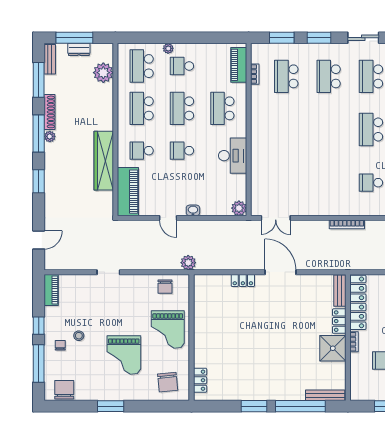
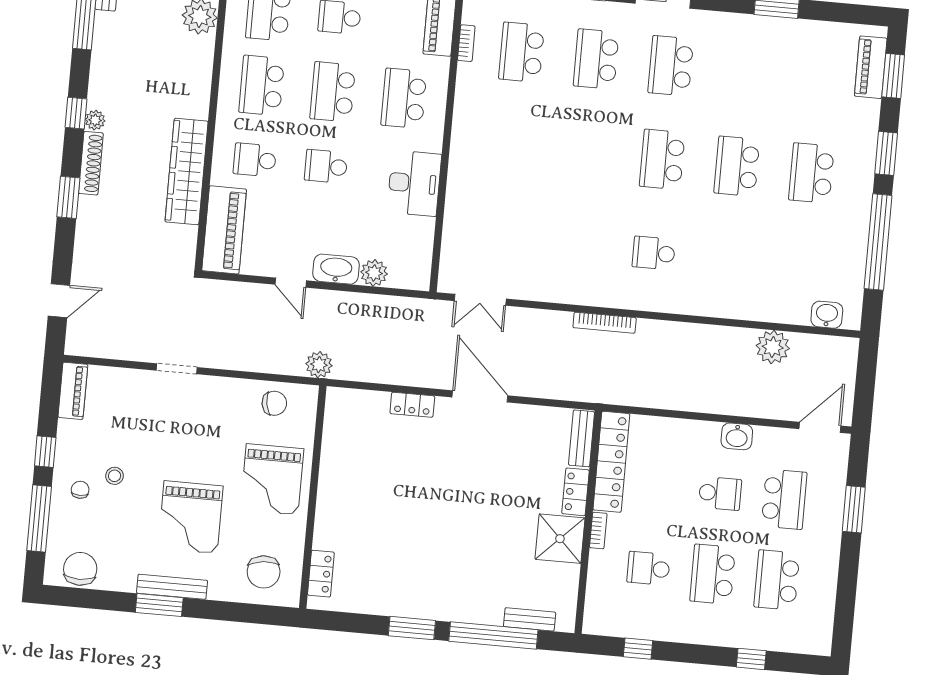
shoe rack: (49, 112) -> (91, 163), moved
window: (39, 133) -> (76, 113), width x0.46
plant: (239, 208) -> (374, 273), moved
washbasin: (193, 210) -> (336, 269), width x1.91, depth x1.45
chair: (165, 287) -> (274, 403), turned -99
bench: (117, 395) -> (172, 587), added
bench: (325, 395) -> (530, 619), width x0.73

